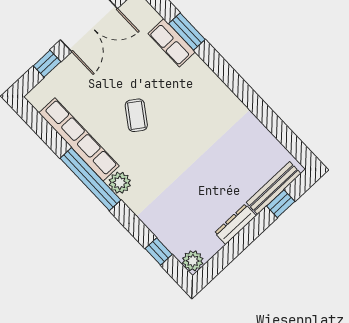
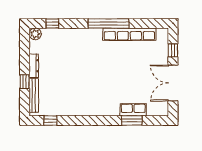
coffee table: (136, 115) -> (117, 67), removed
window: (286, 136) -> (50, 120), added
plant: (120, 183) -> (96, 34), removed
window: (281, 204) -> (25, 82), moved

